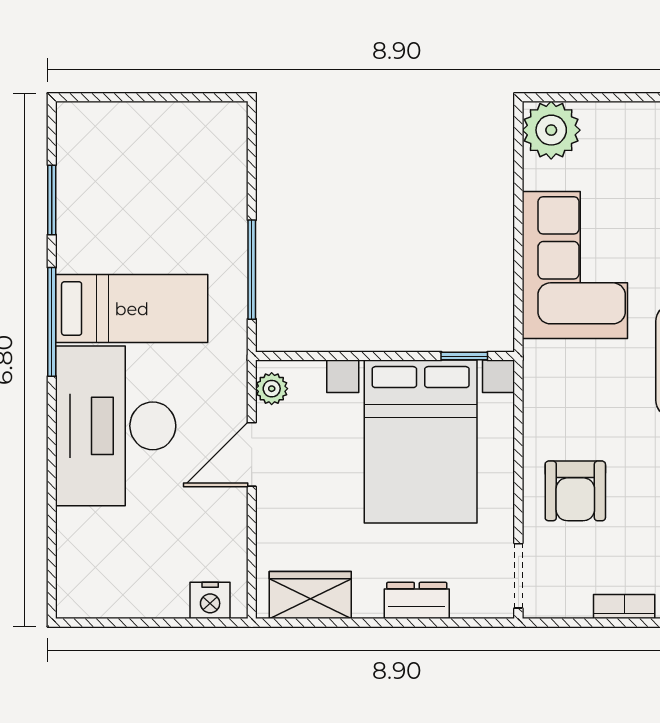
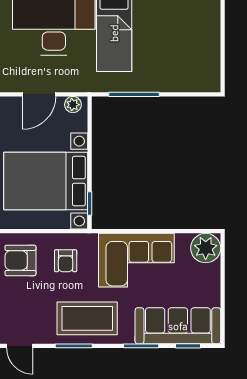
armchair: (576, 403) -> (66, 261), added
door: (252, 454) -> (39, 94), swing flipped

